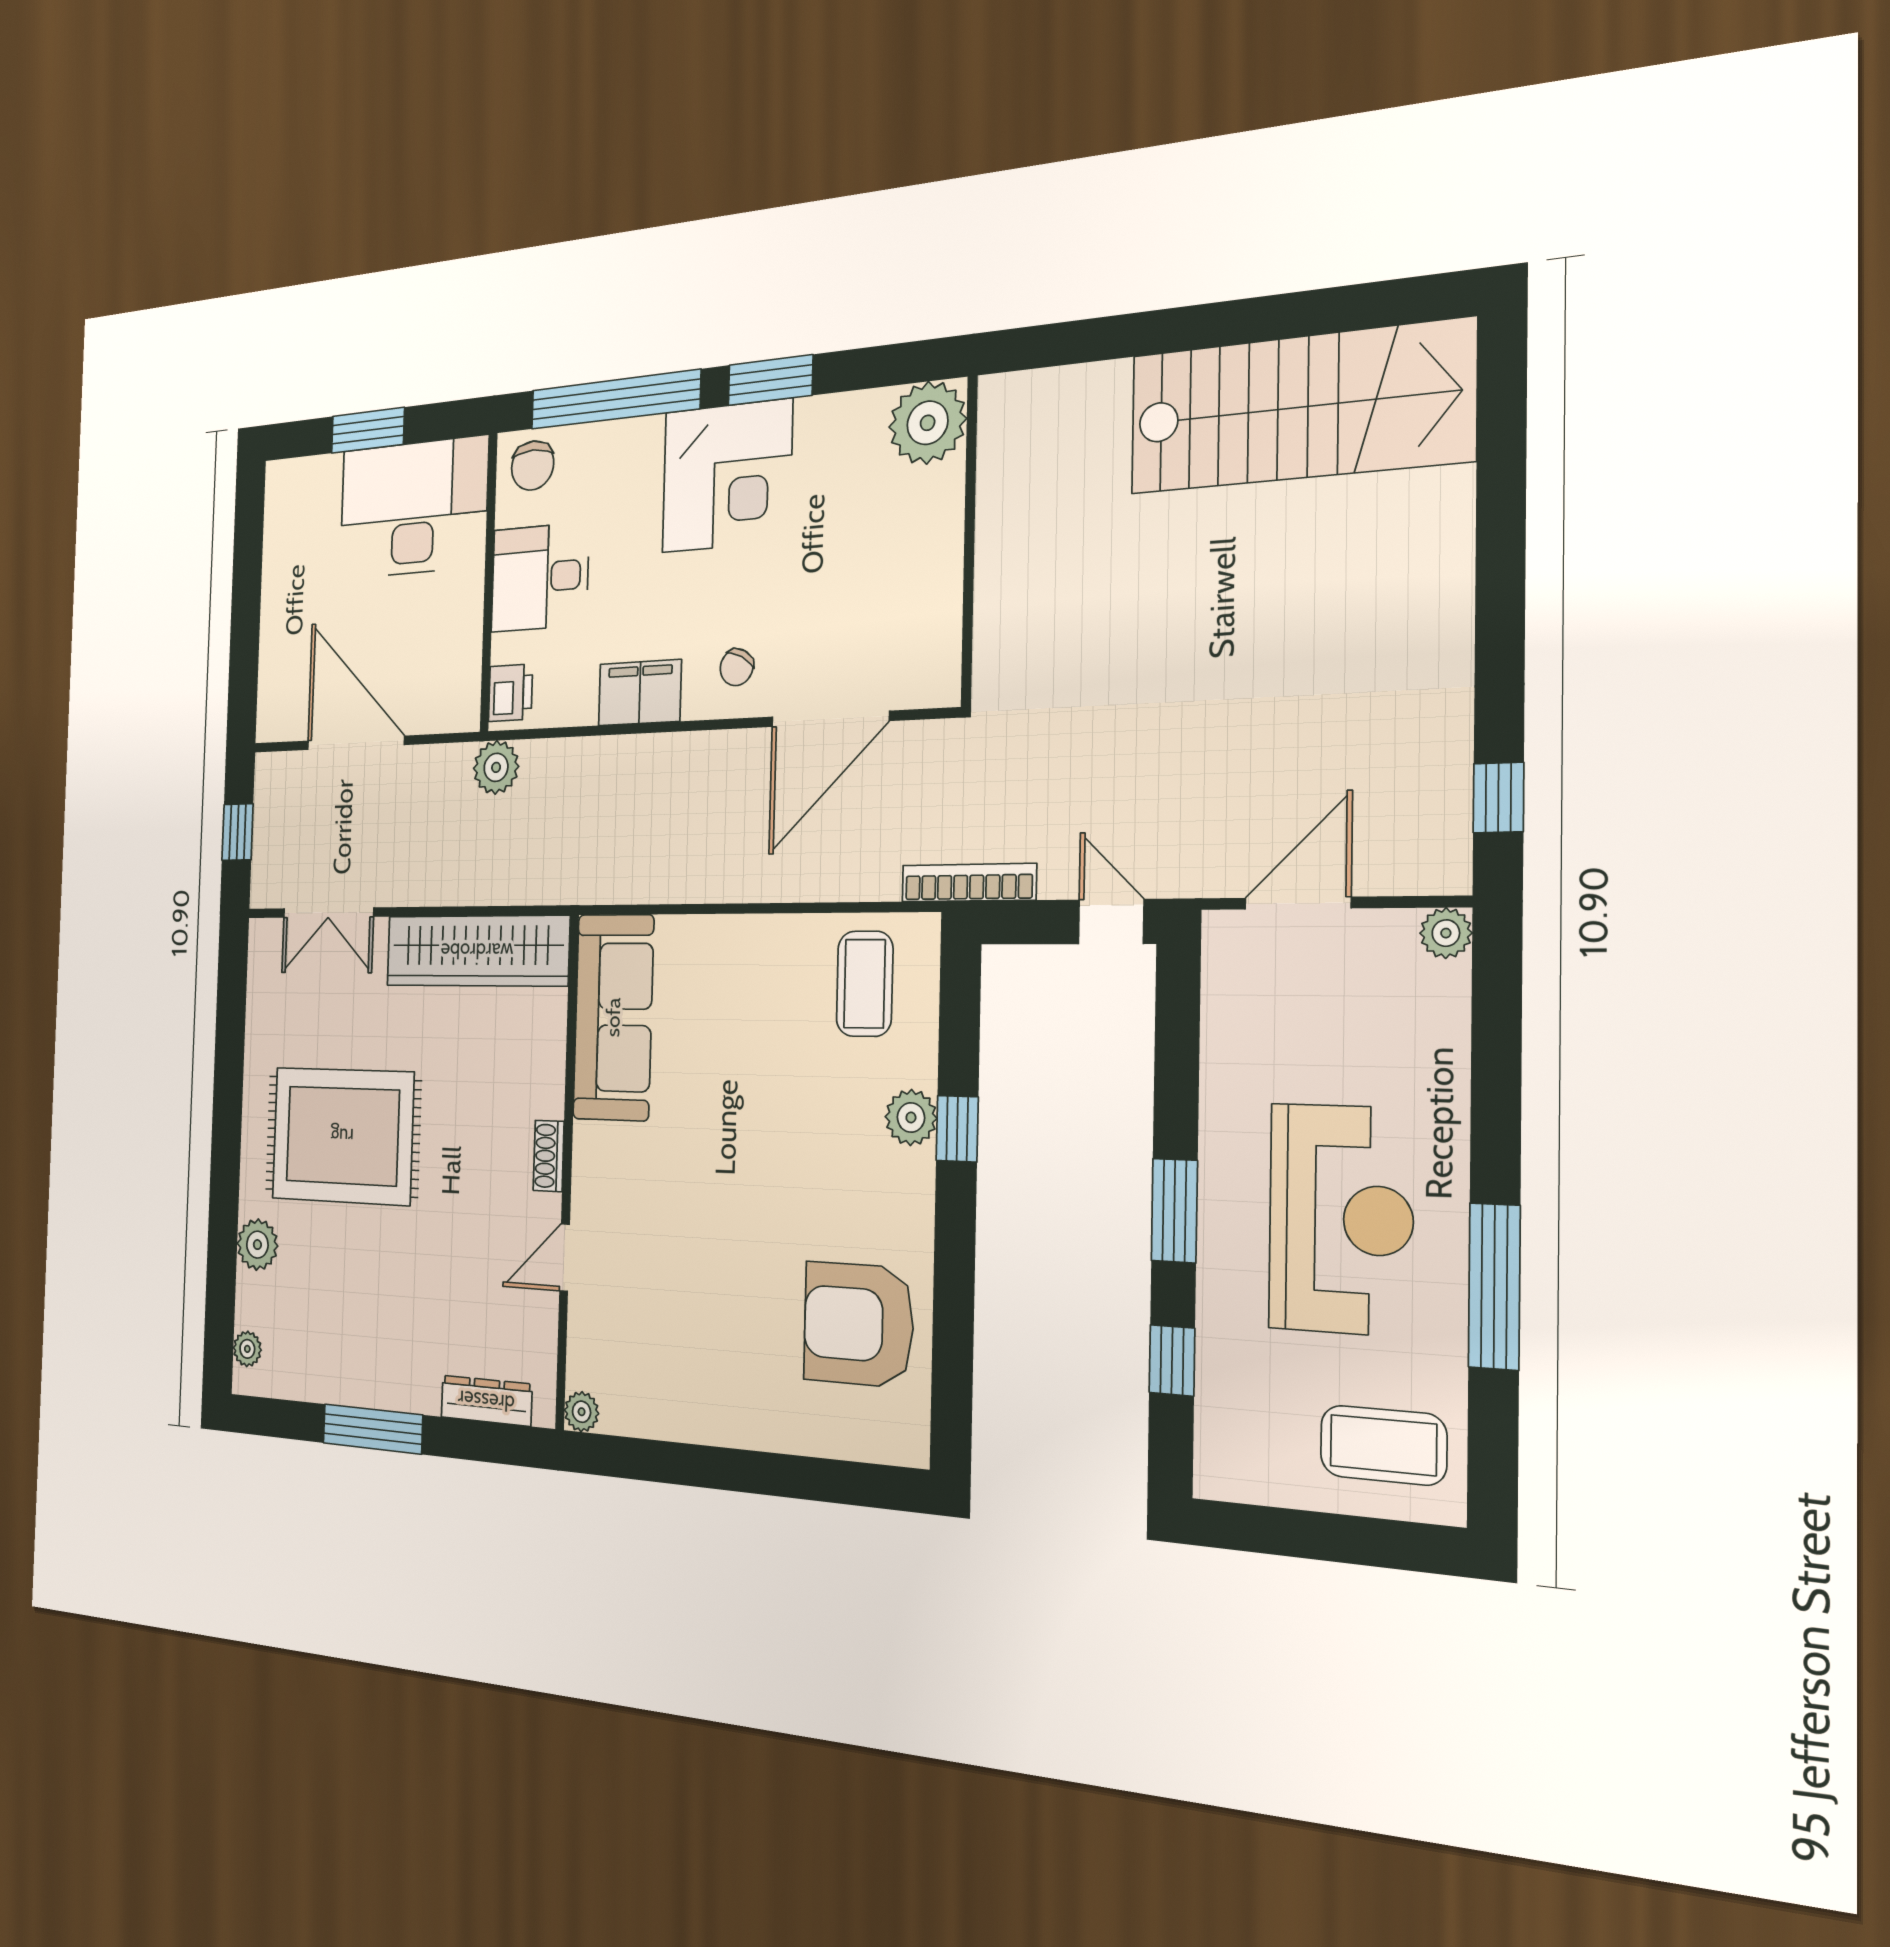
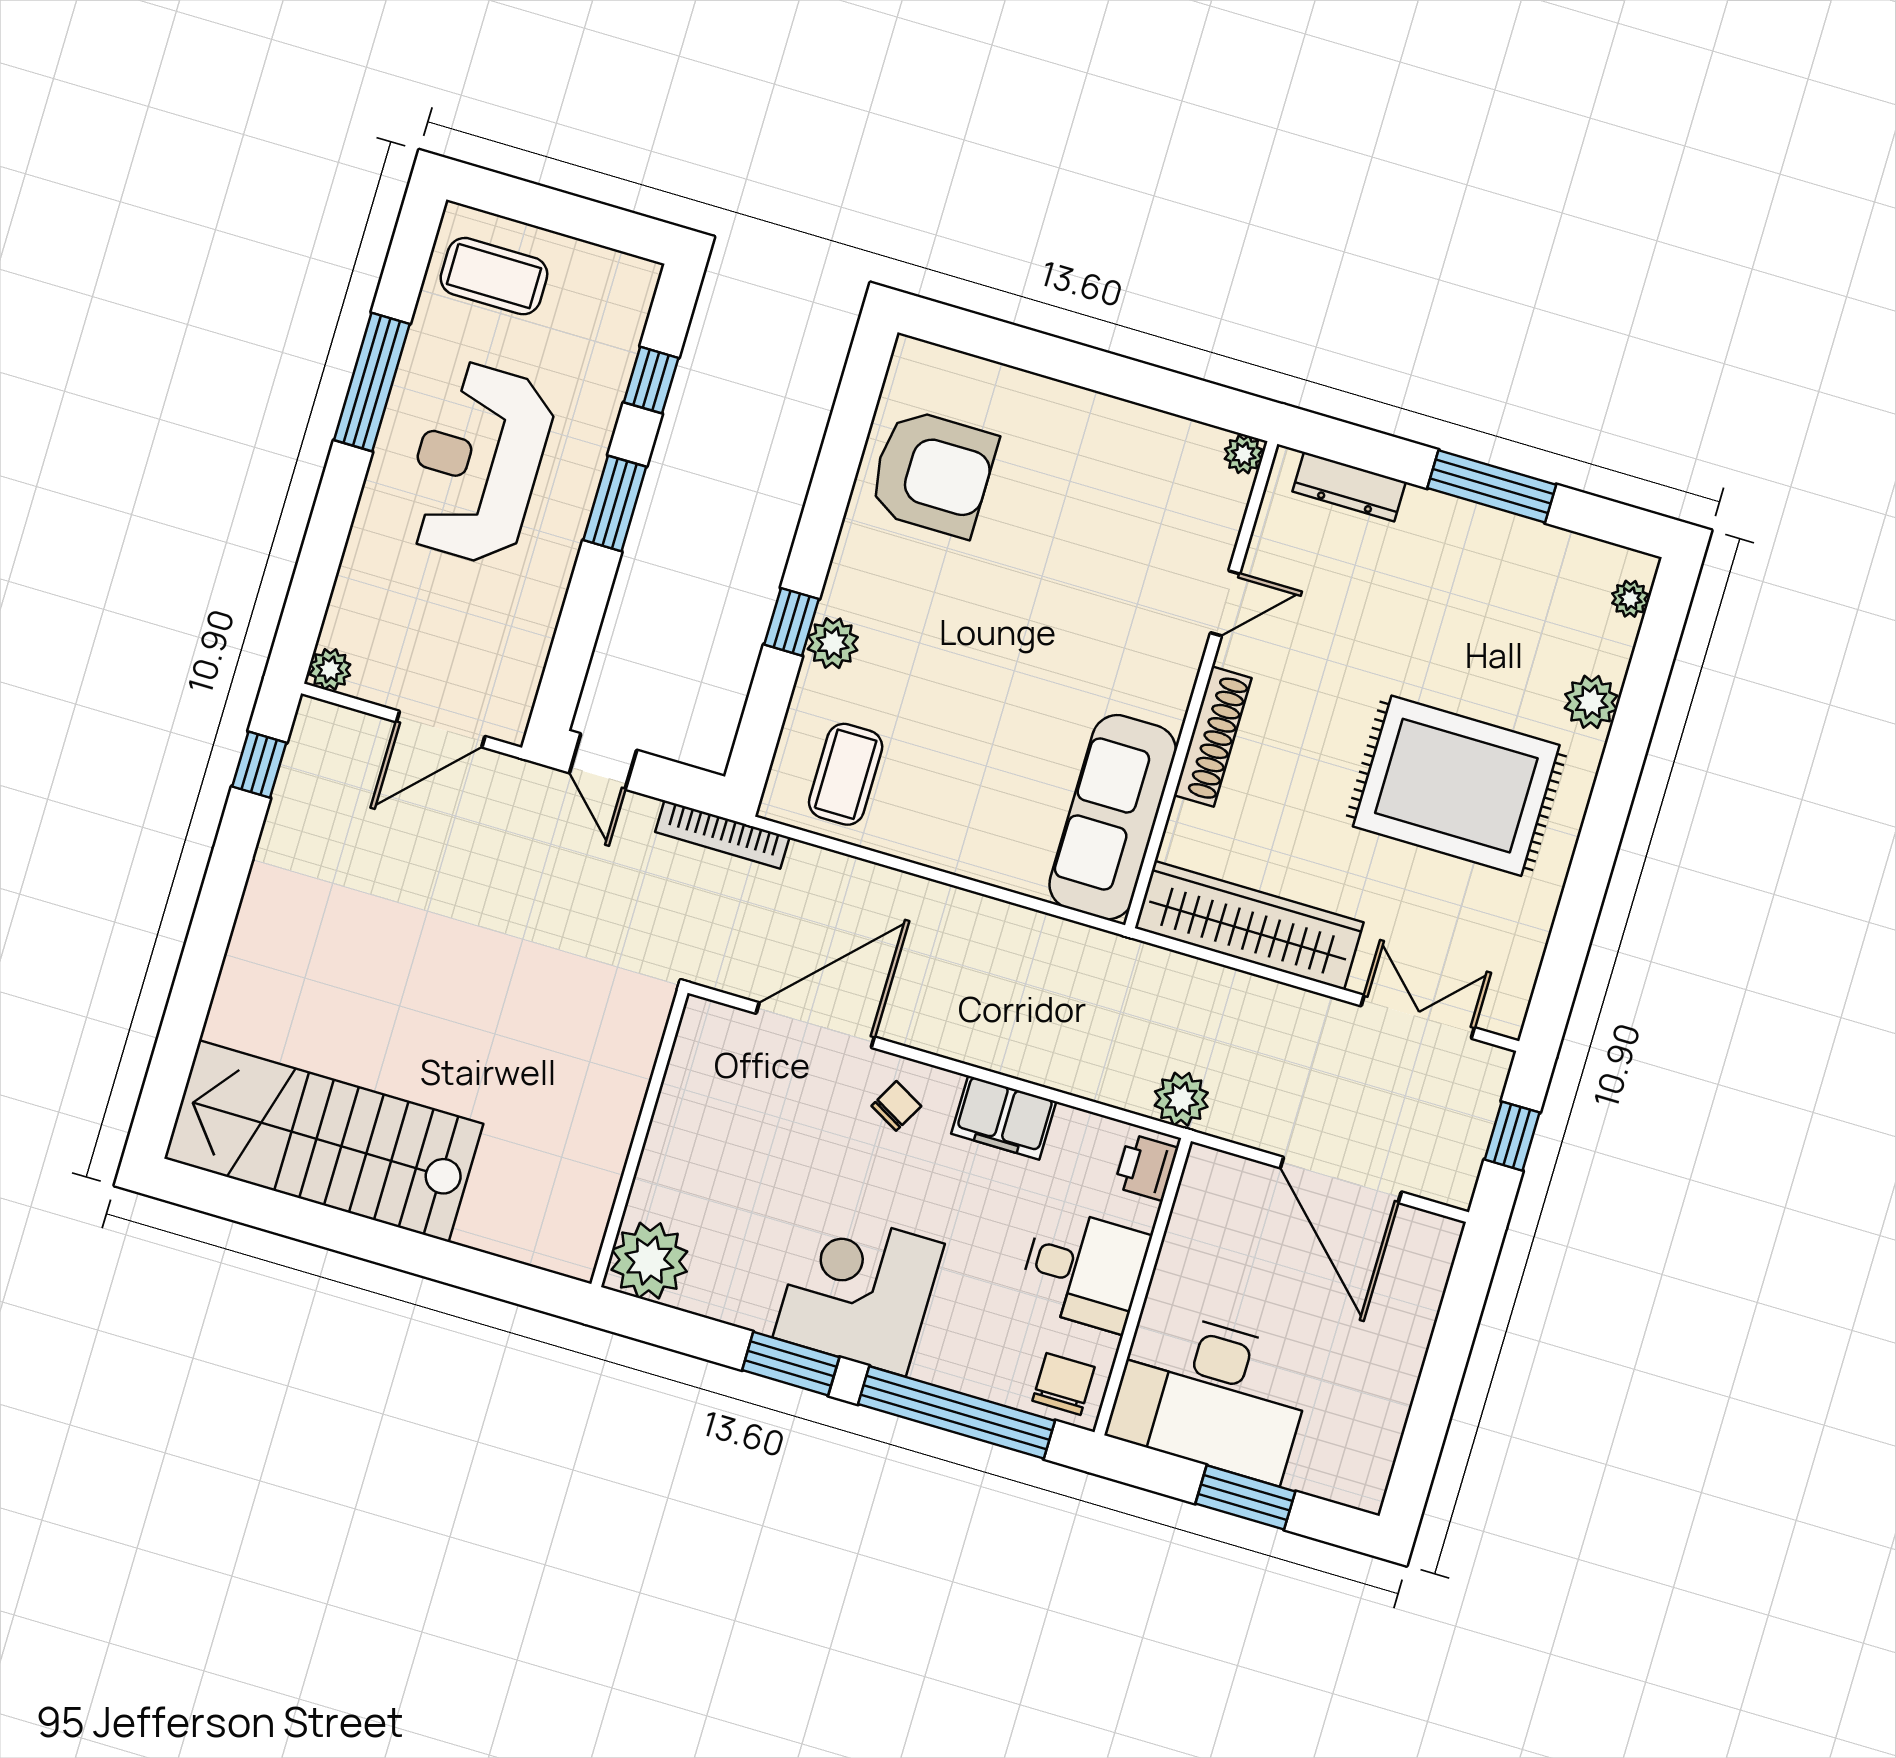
shoe rack: (549, 1156) -> (1213, 737), width x1.94, depth x1.24

